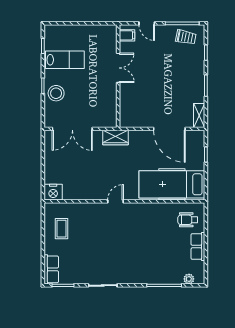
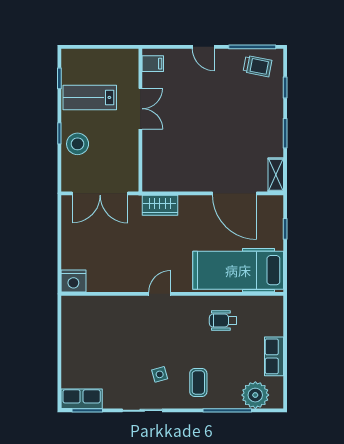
filing cabinet: (127, 35) -> (153, 64), moved
lab bench: (65, 60) -> (90, 97), turned 180
double door: (118, 68) -> (140, 109), moved
wall: (118, 76) -> (140, 120), moved
wheelchair: (188, 220) -> (223, 321), moved
coffee table: (61, 229) -> (198, 383), moved
side table: (115, 260) -> (160, 374), added
row of seats: (51, 269) -> (82, 399), moved, turned -90
plant: (189, 279) -> (255, 395), width x1.88, depth x1.88

